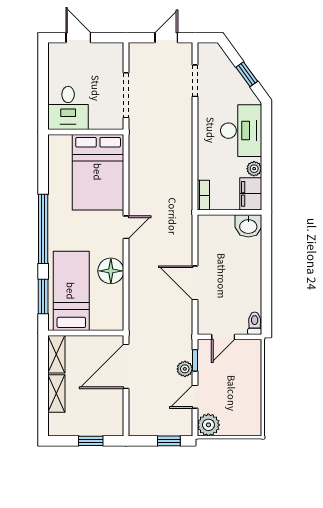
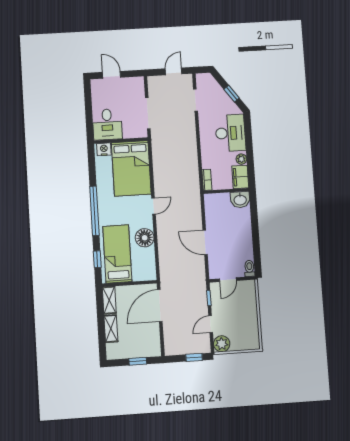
nightstand: (61, 143) -> (104, 149), added
window: (43, 297) -> (97, 259), width x0.67
plant: (185, 369) -> (202, 305), removed

